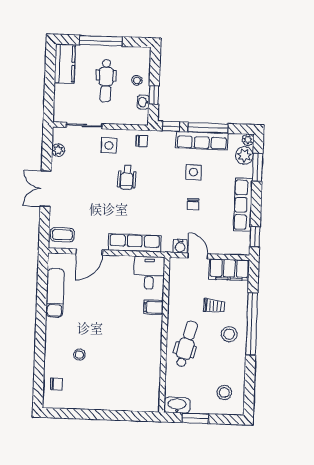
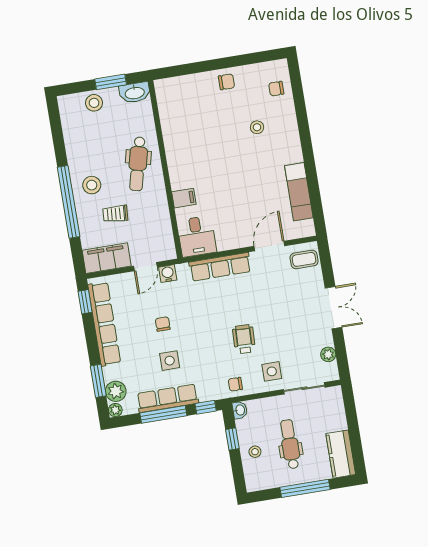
washbasin: (143, 102) -> (240, 410), moved
row of seats: (243, 205) -> (104, 324), width x1.36
door: (198, 256) -> (145, 267), hinge flipped
stool: (224, 392) -> (94, 103), moved
chair: (97, 398) -> (226, 82), added

